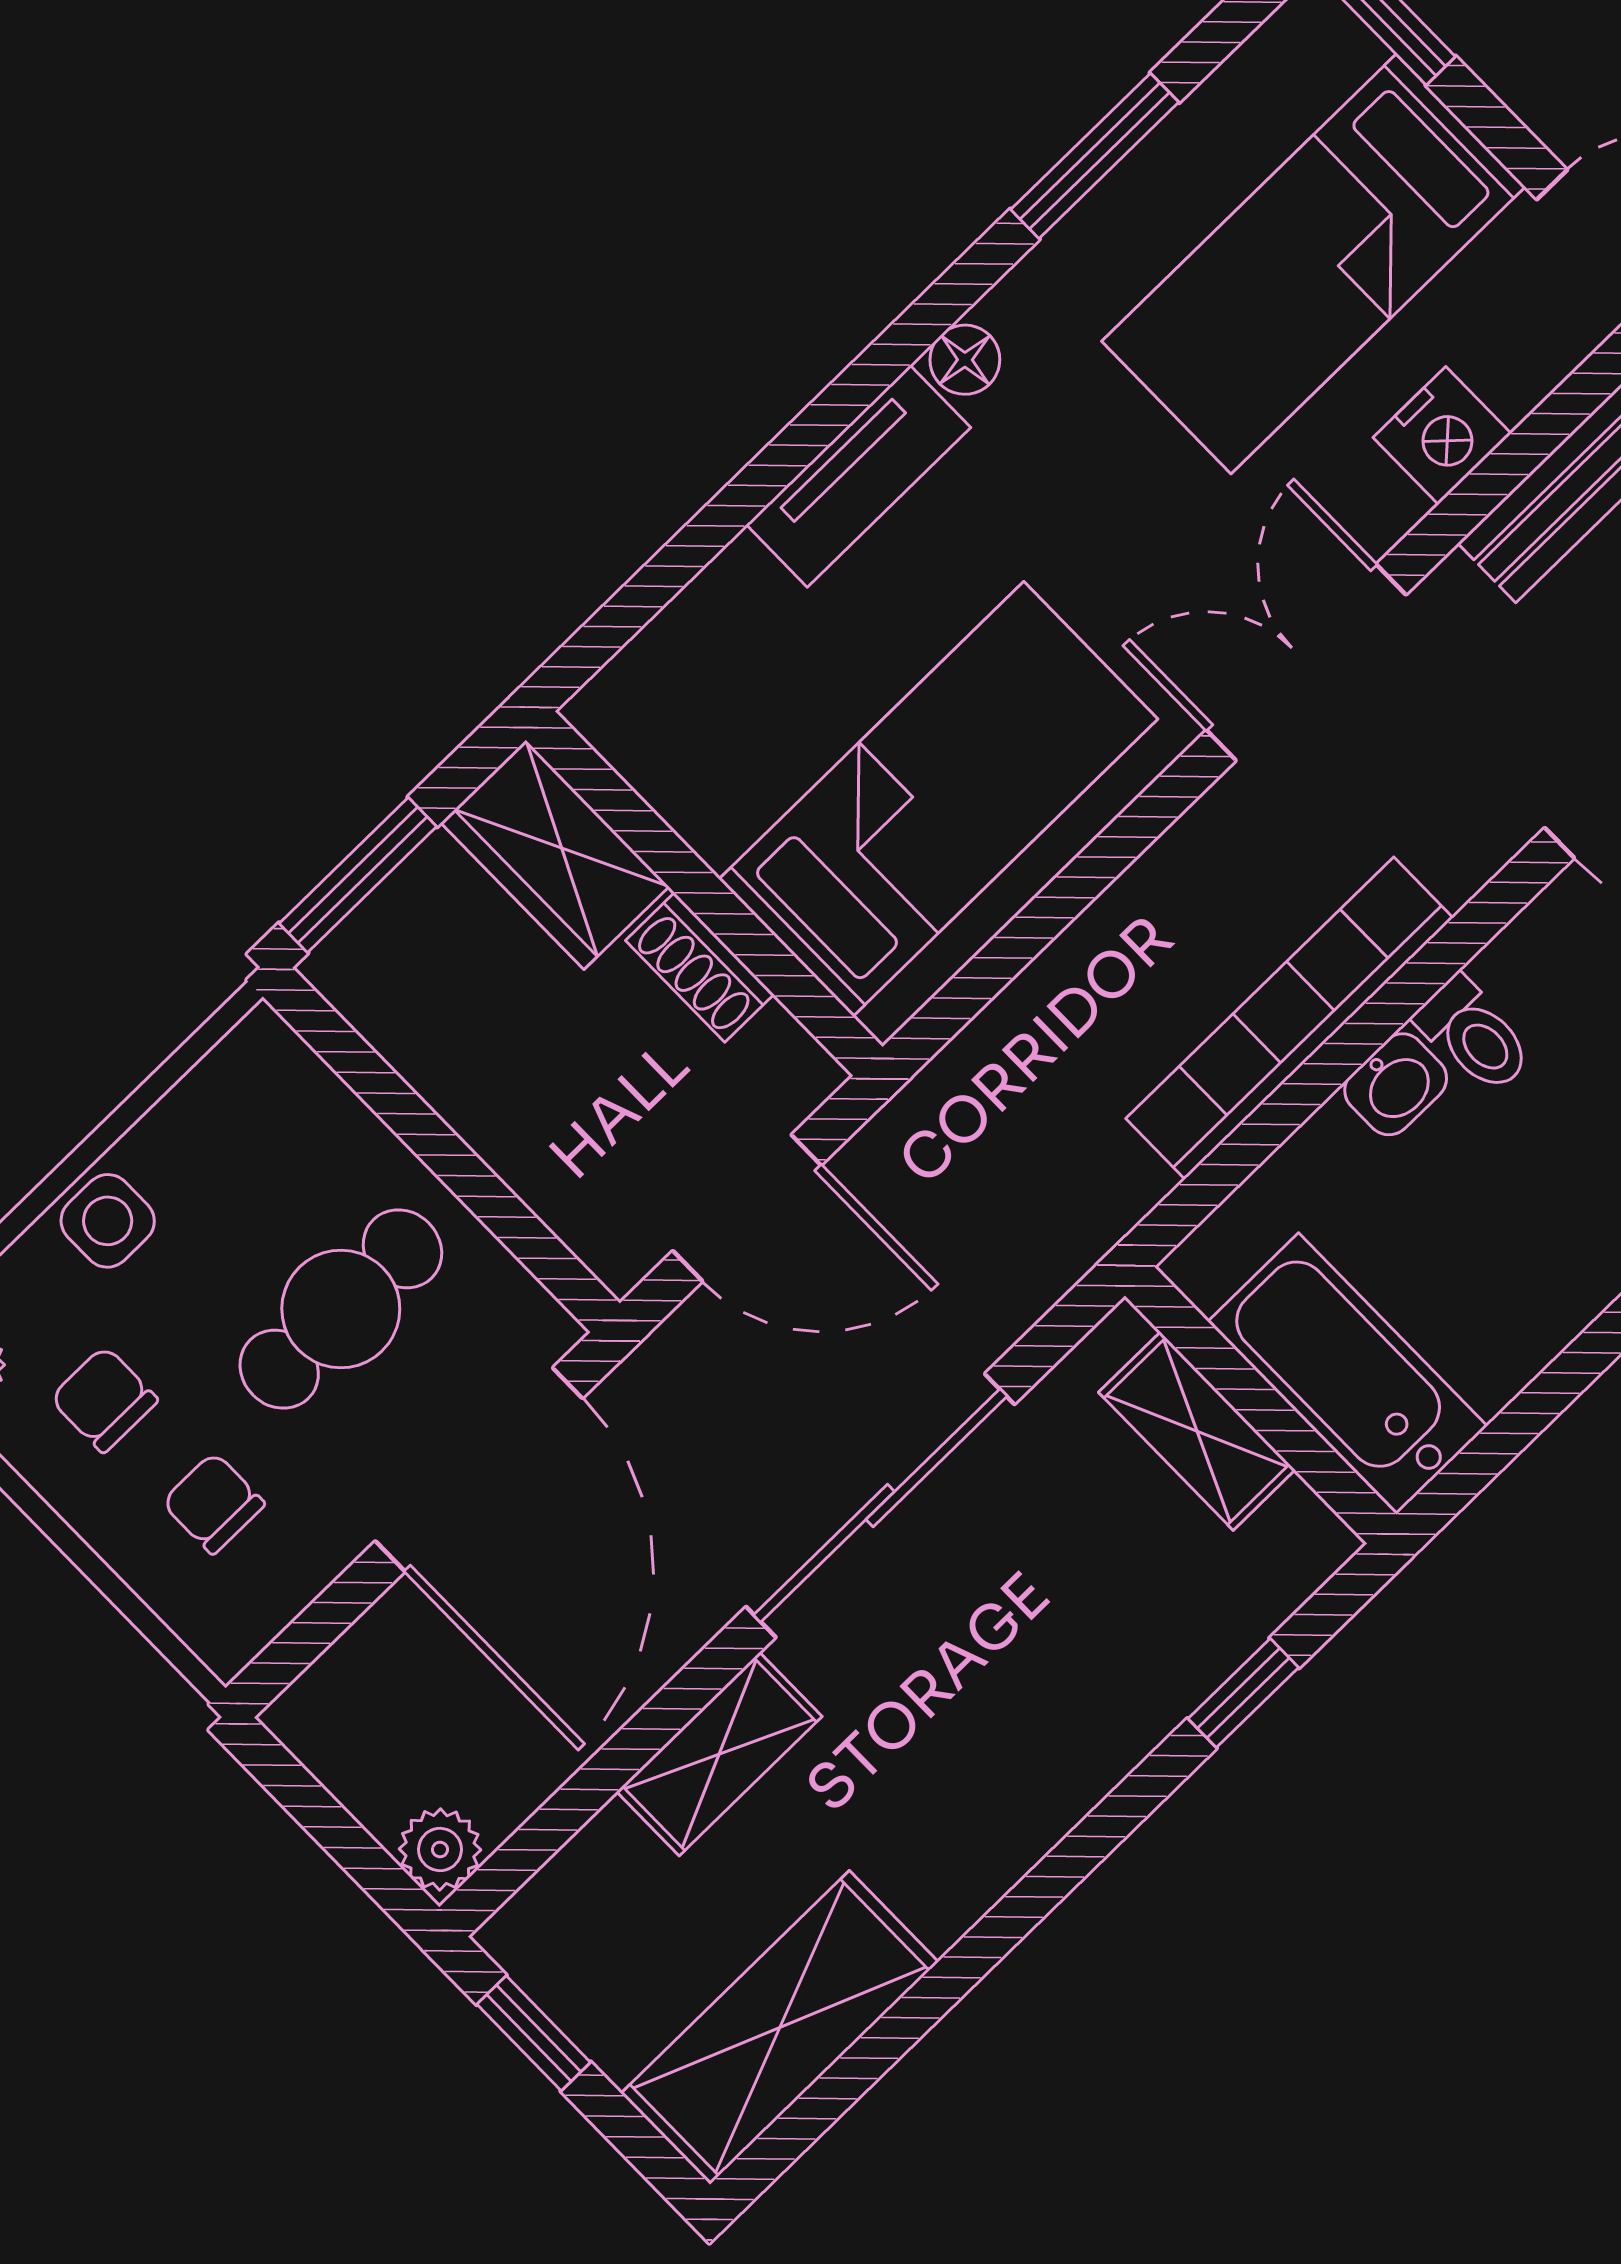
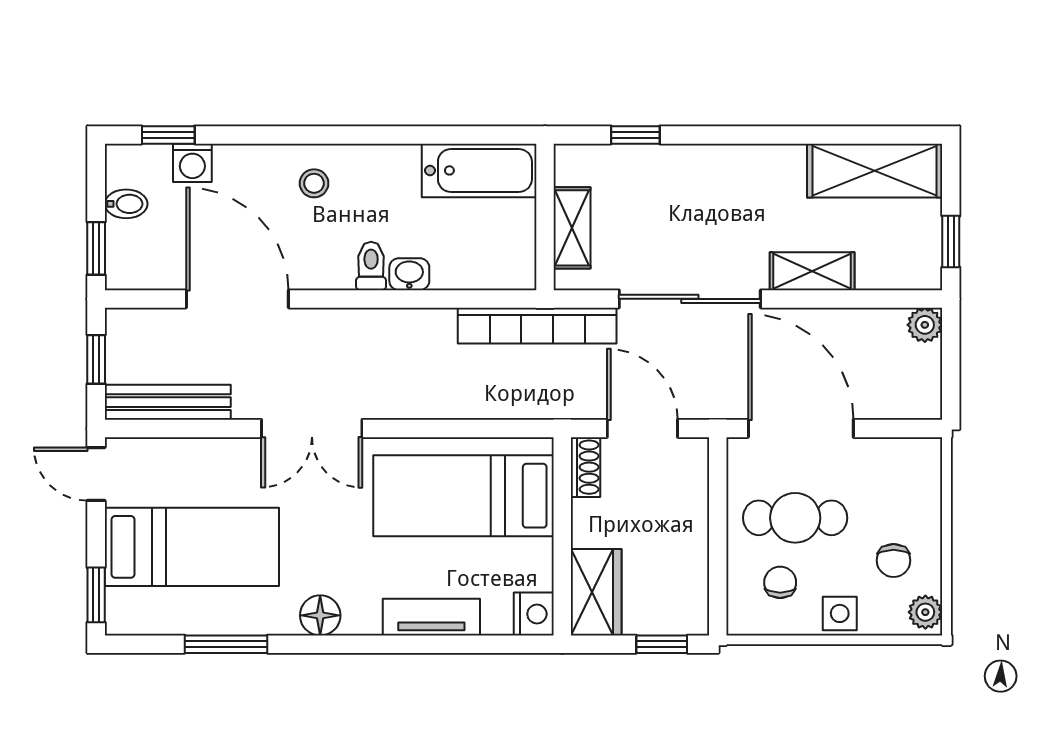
floor lamp: (965, 360) -> (320, 615), width x1.37, depth x1.37
nightstand: (1442, 436) -> (534, 614), moved, turned 90
tv unit: (858, 476) -> (431, 617), moved
window: (358, 875) -> (662, 644), width x0.67
shoe rack: (700, 967) -> (586, 467), moved
bookcase: (1289, 1018) -> (537, 326), moved
bathtub: (1348, 1374) -> (479, 170), moved, turned -90
door: (479, 1470) -> (801, 428), hinge flipped
chair: (213, 1503) -> (780, 582), moved, turned 180

